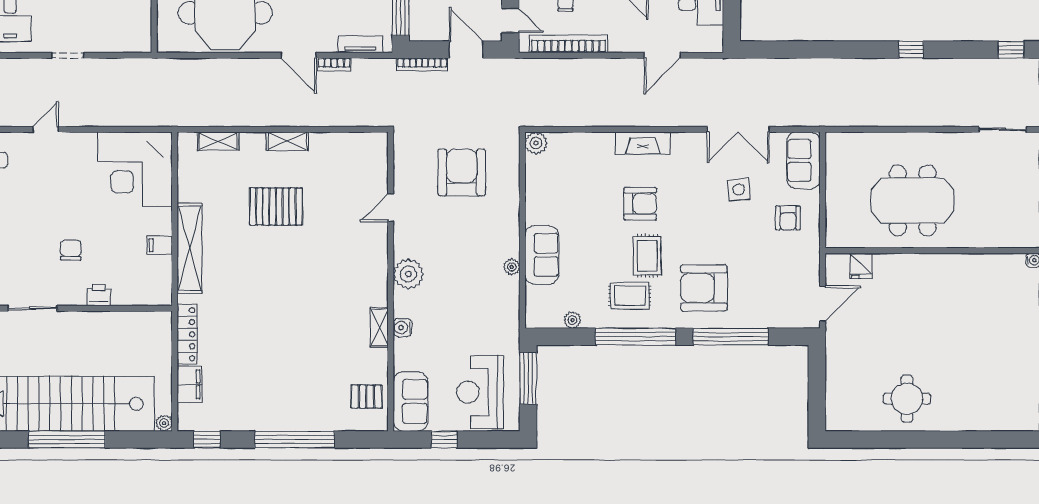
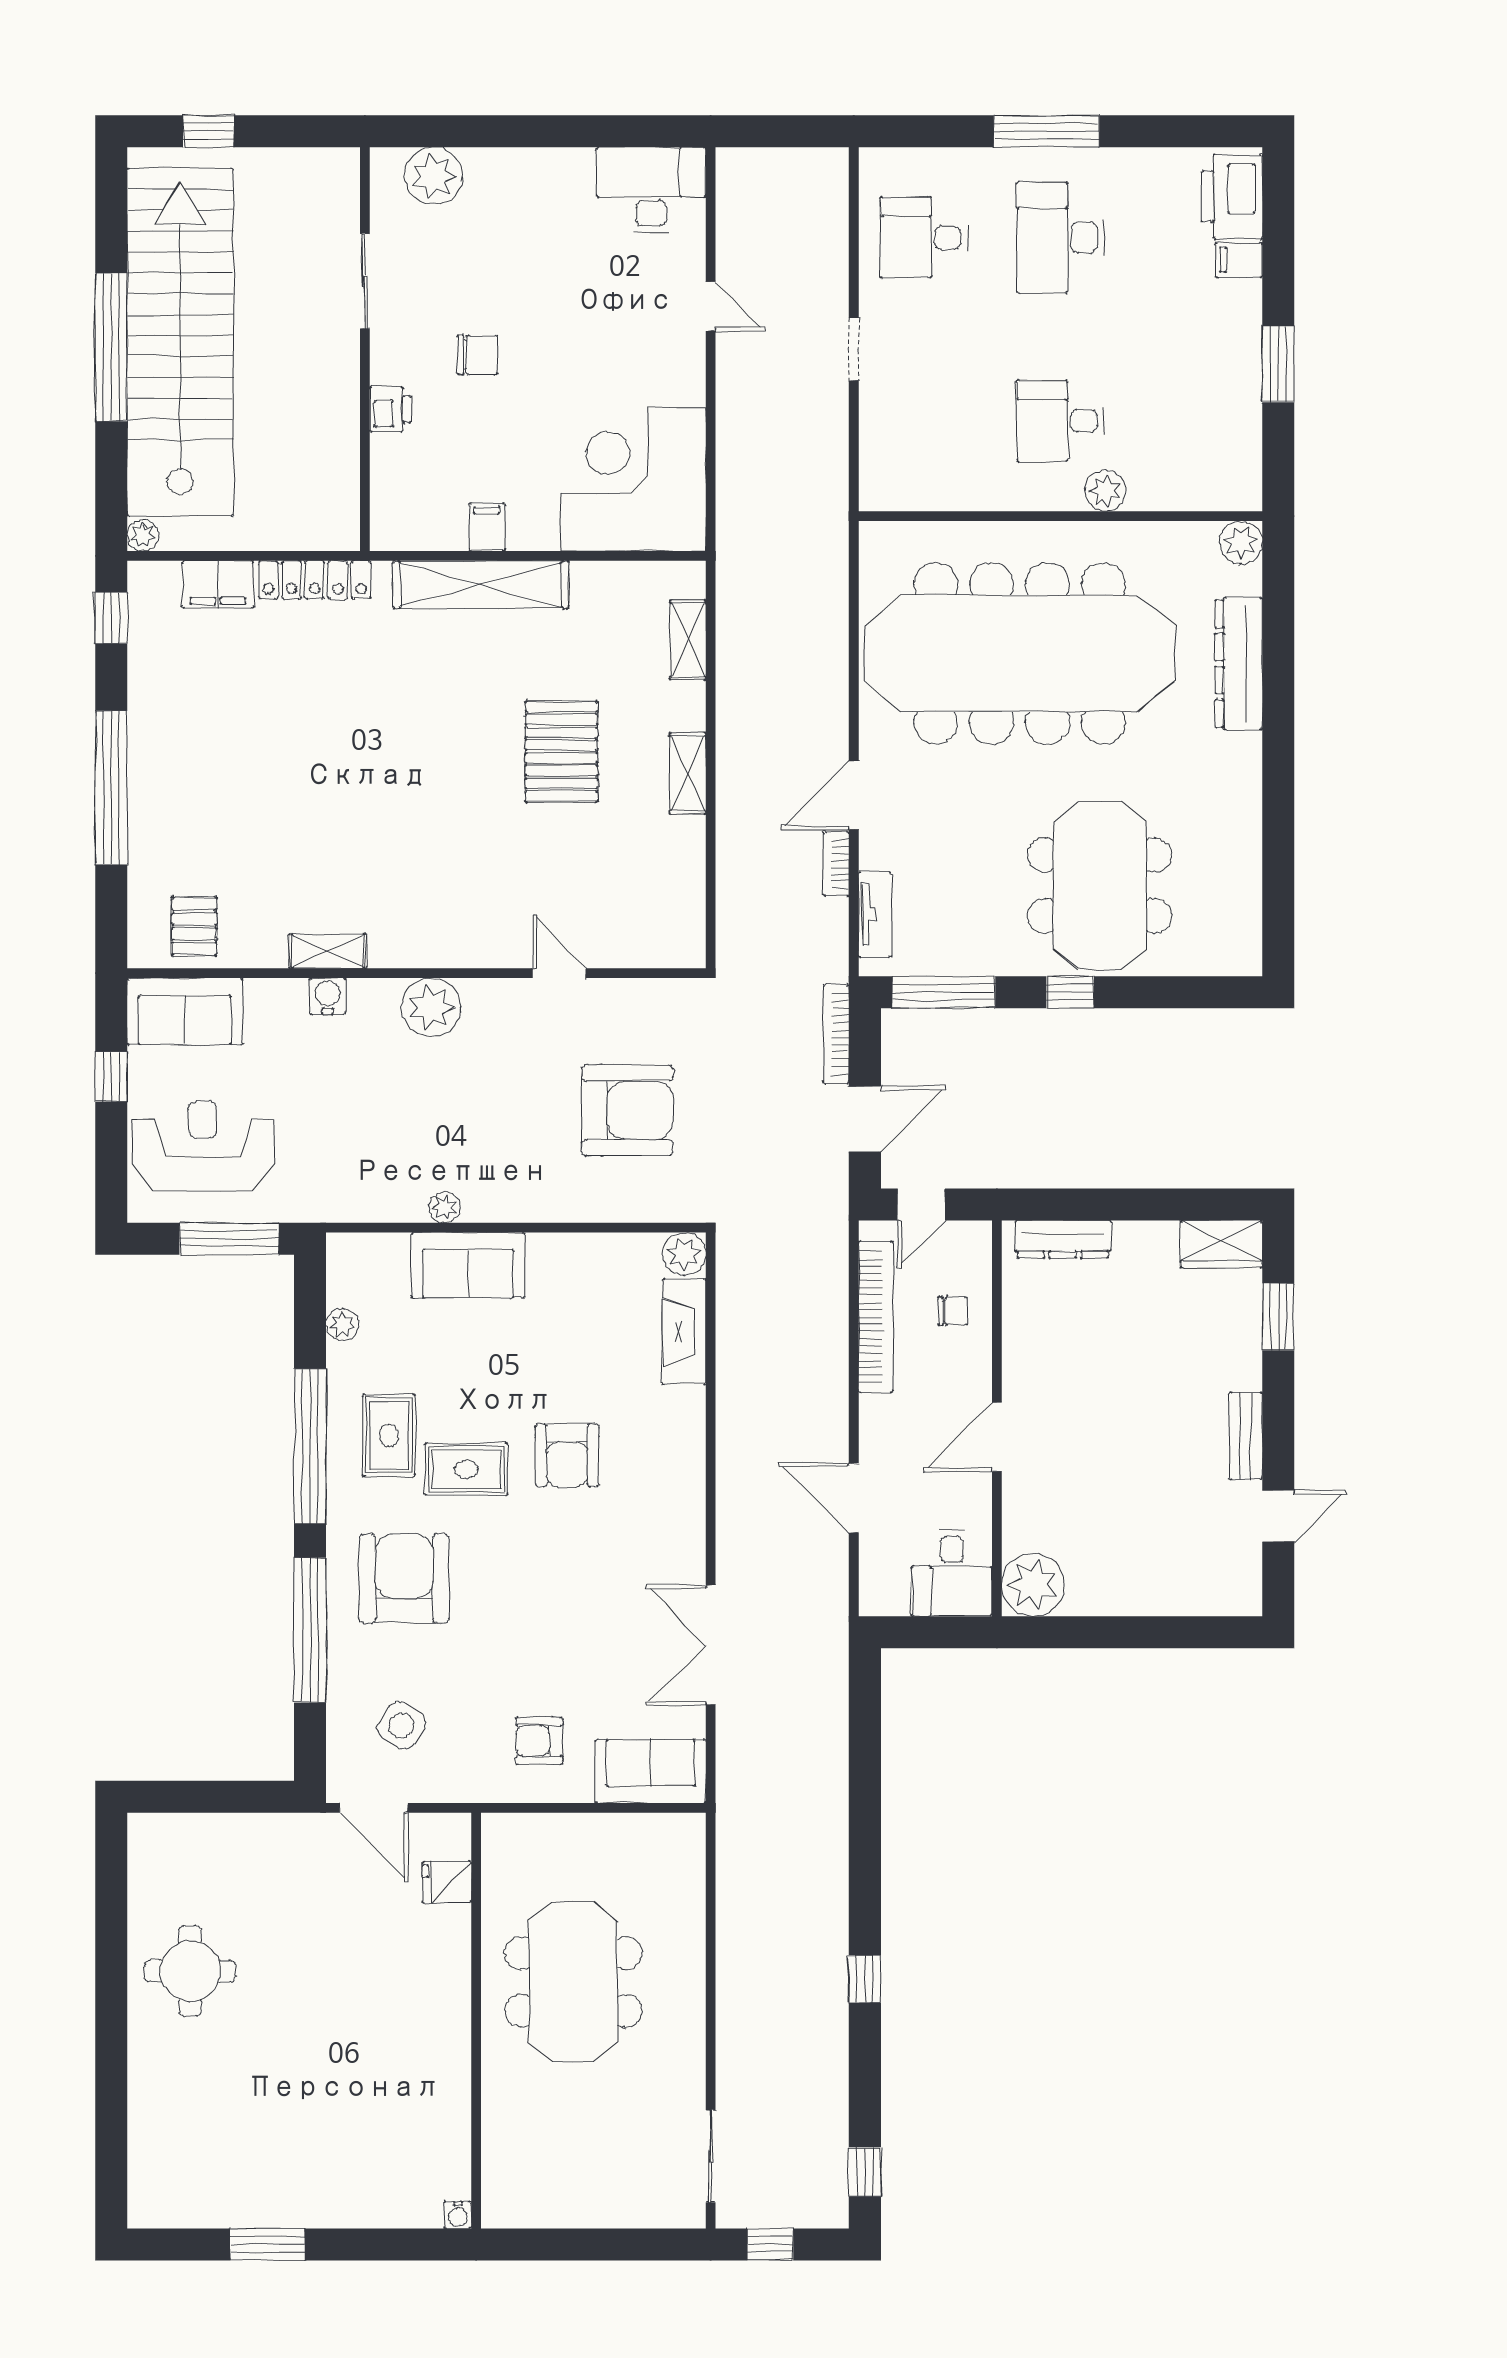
fireplace: (643, 143) -> (684, 1332), moved
side table: (739, 190) -> (401, 1725), moved, turned 38

